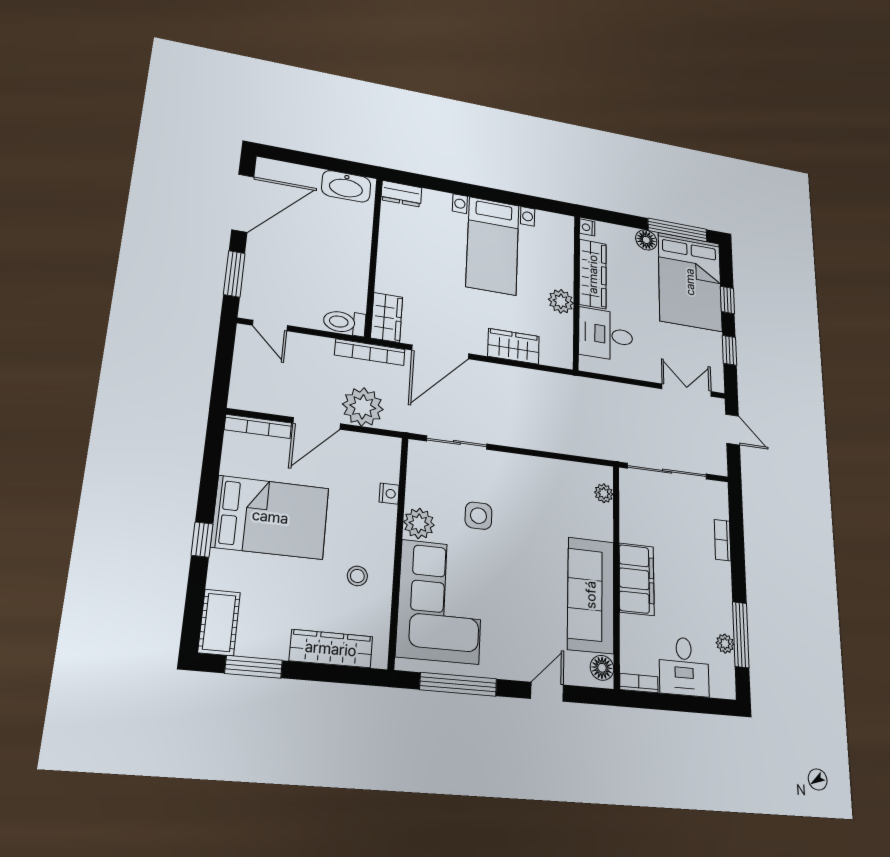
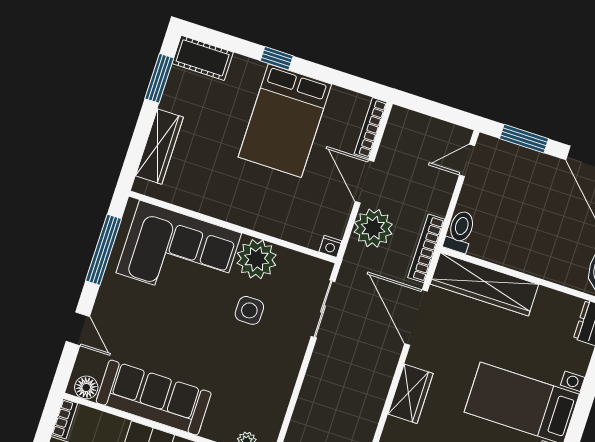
wardrobe: (387, 317) -> (484, 284), width x2.10, depth x1.17
nightstand: (389, 494) -> (330, 246), moved
plant: (419, 523) -> (257, 259), width x1.36, depth x1.36
stool: (357, 576) -> (217, 184), removed

